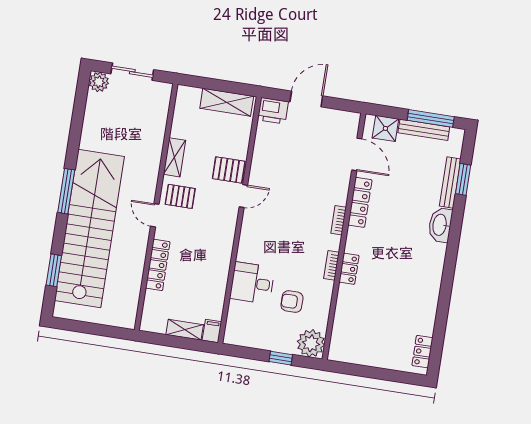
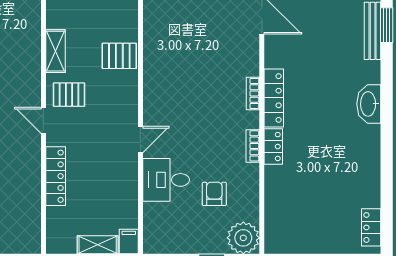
door: (243, 196) -> (140, 139), moved
locker: (360, 202) -> (274, 98), moved
washbasin: (440, 225) -> (369, 104), moved
armchair: (292, 302) -> (214, 194), turned 90

